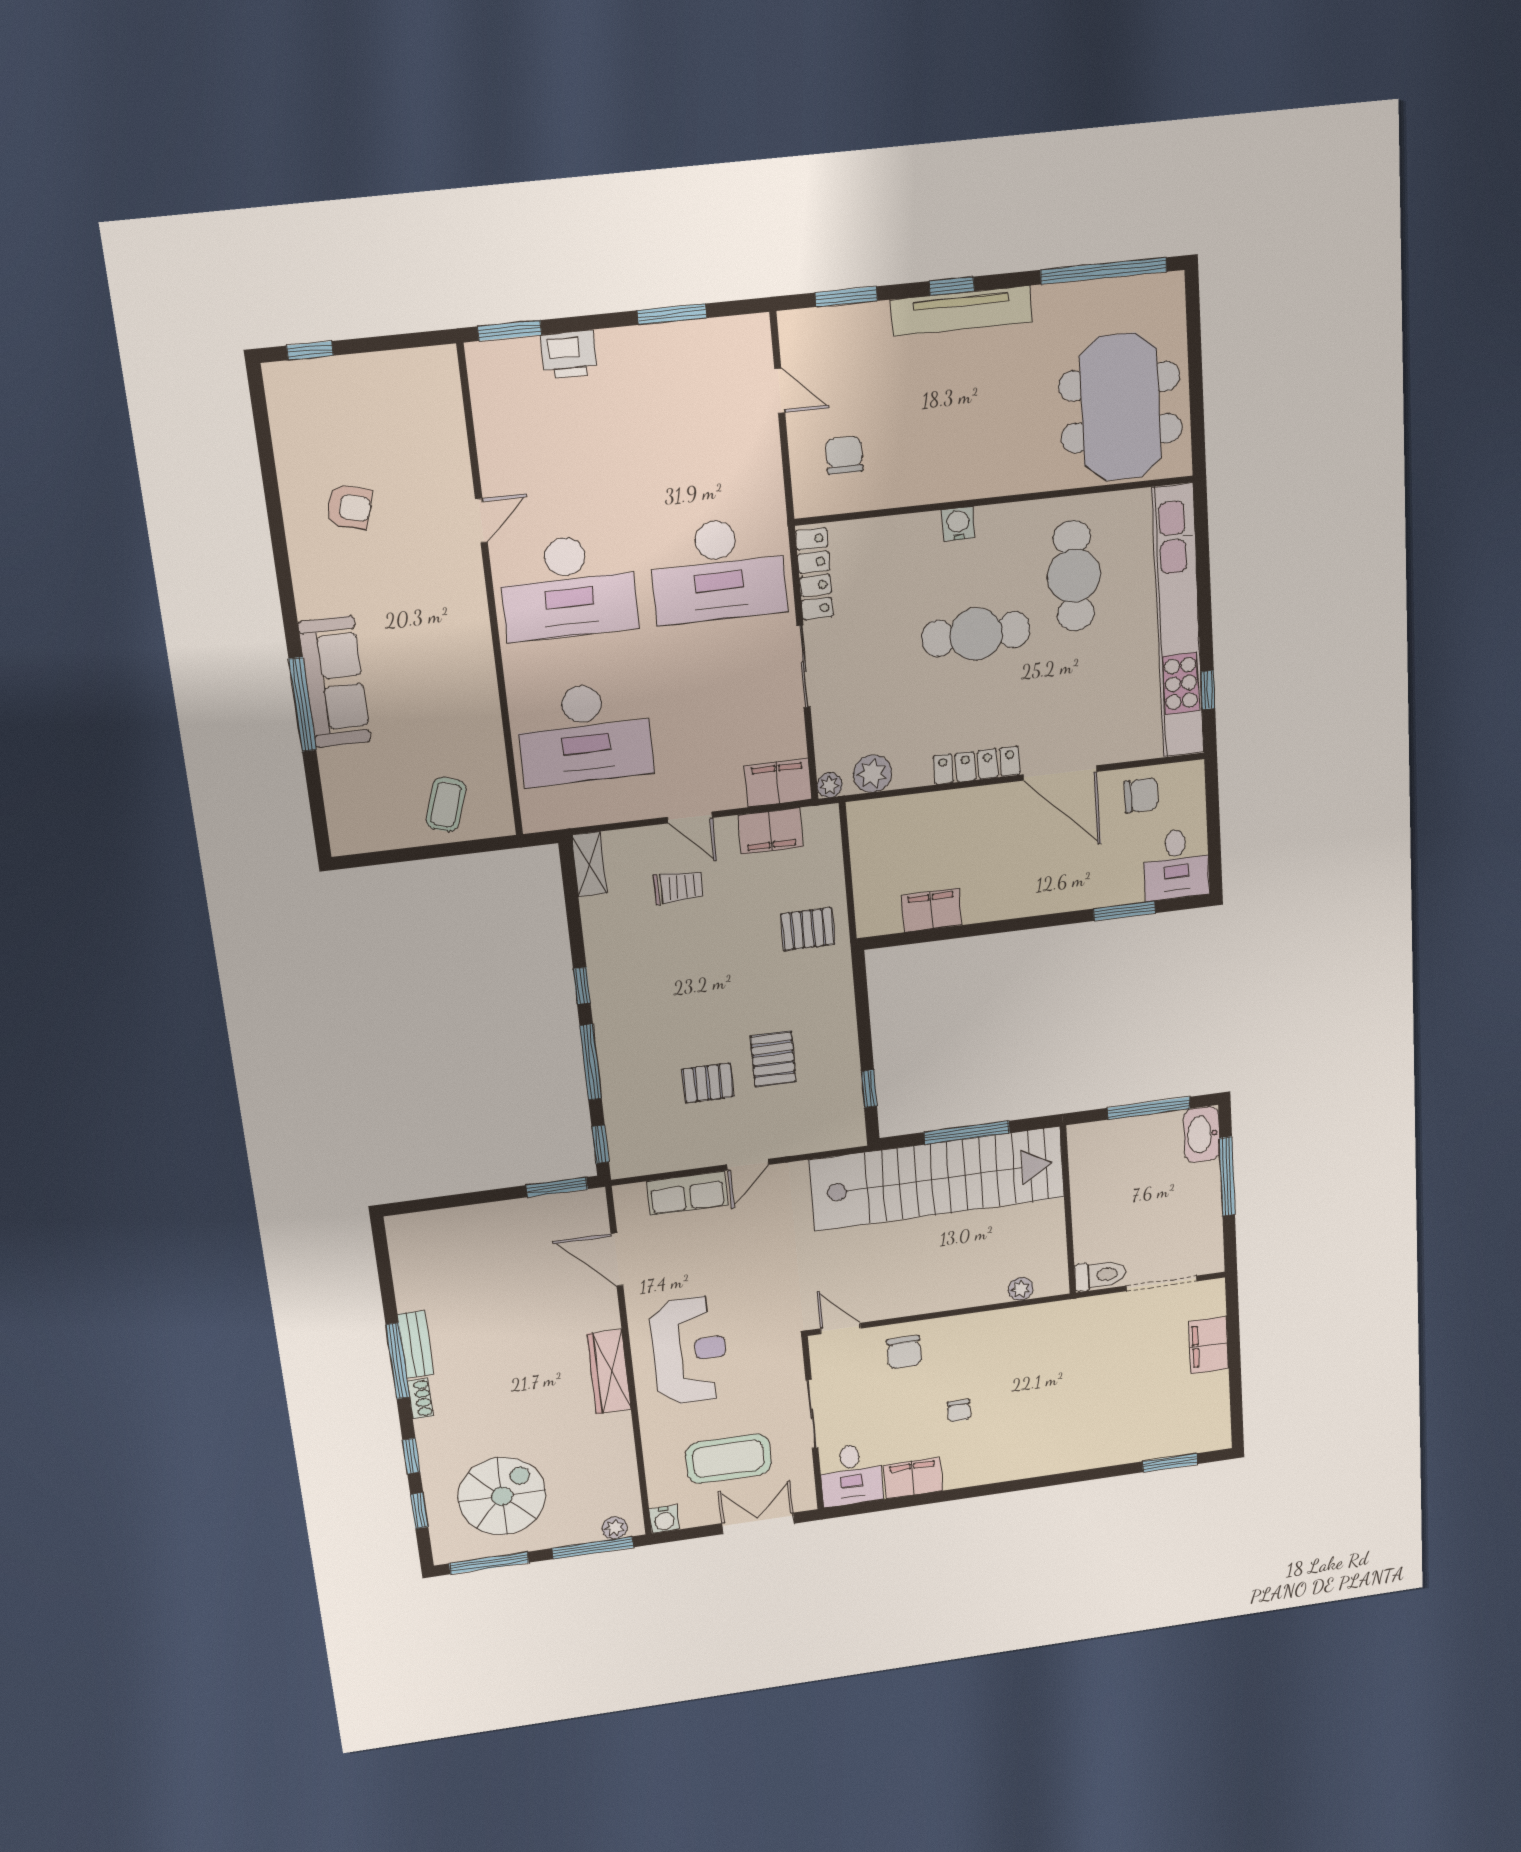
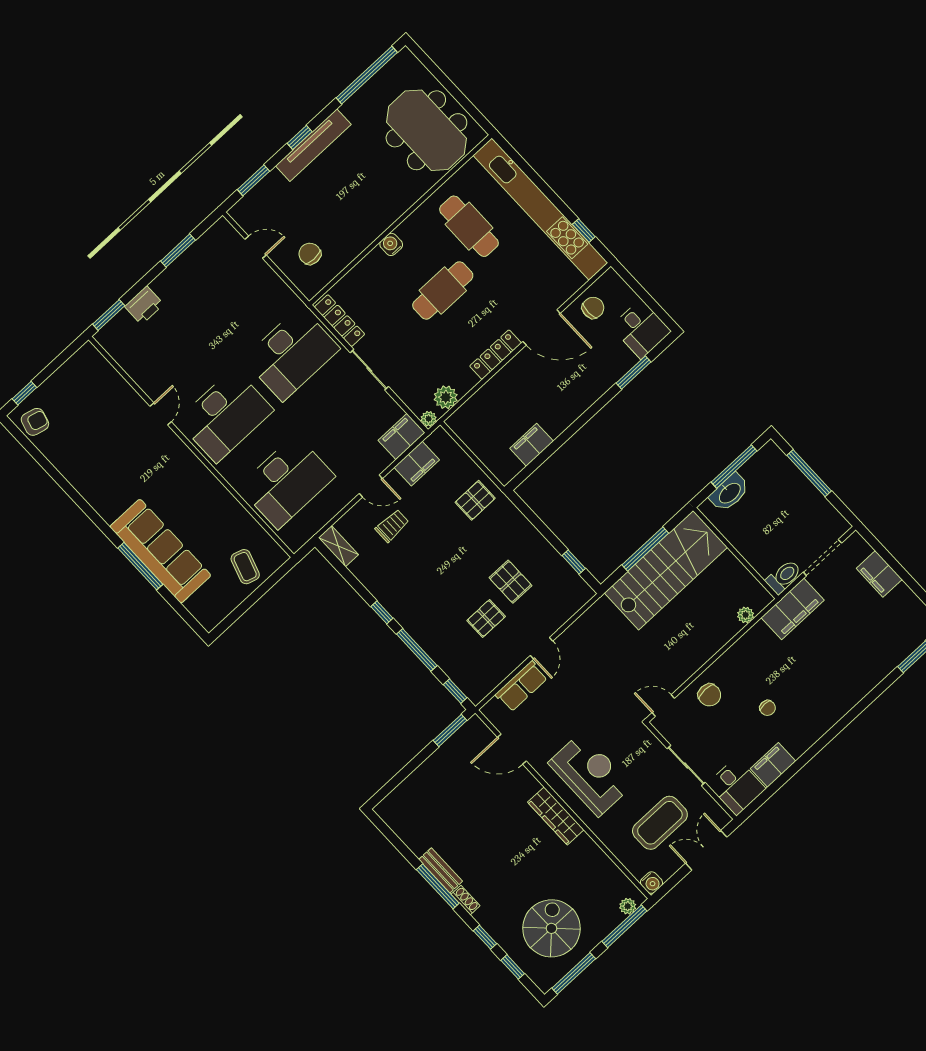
armchair: (349, 507) -> (35, 422), moved
sofa: (335, 682) -> (160, 551), width x1.36, depth x1.27
washbasin: (1202, 1134) -> (729, 493), moved, turned -90
stairs: (937, 1179) -> (666, 570), width x0.73
filing cabinet: (1080, 1318) -> (793, 609), added

